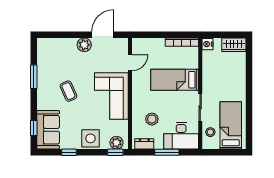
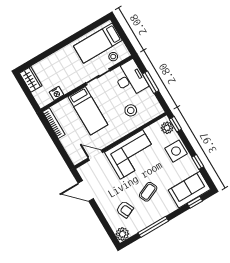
nightstand: (207, 44) -> (56, 93), moved
plant: (84, 45) -> (122, 234), moved
armchair: (65, 60) -> (125, 209), added
window: (34, 77) -> (153, 227), width x1.44
dresser: (144, 144) -> (155, 105), removed

